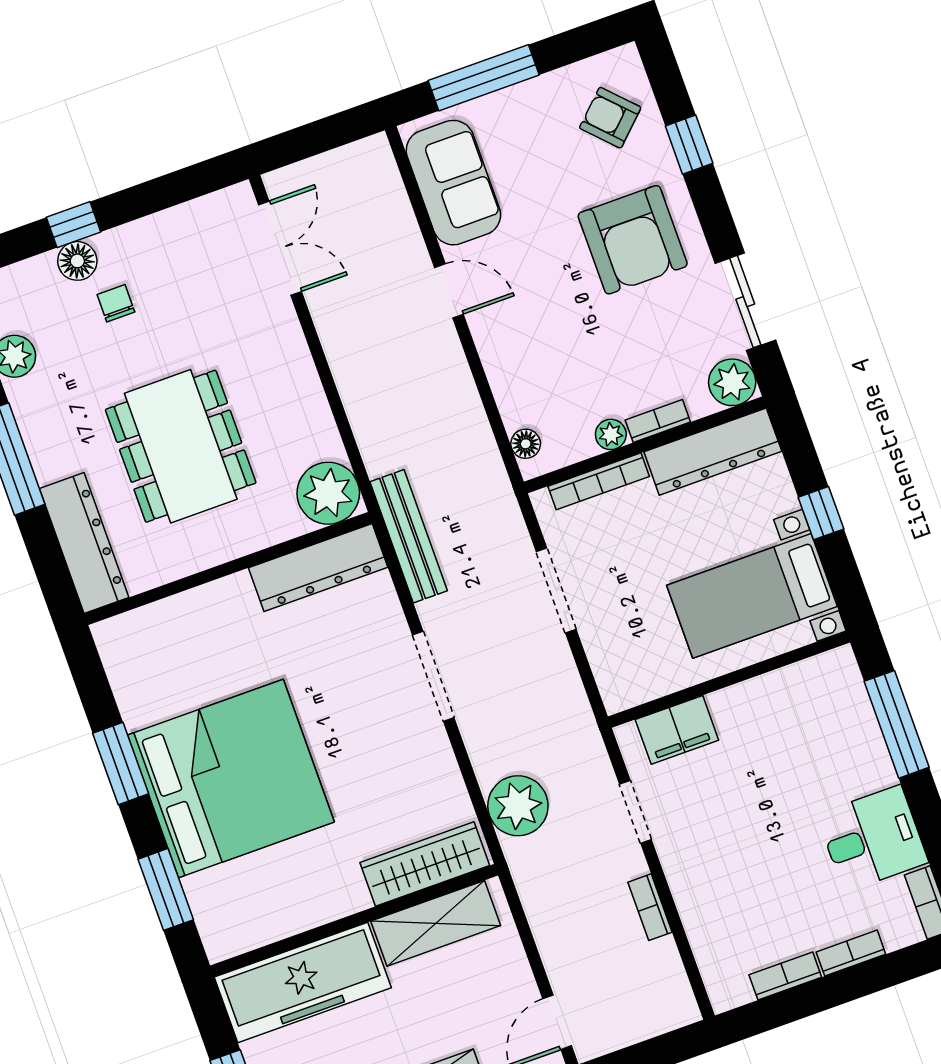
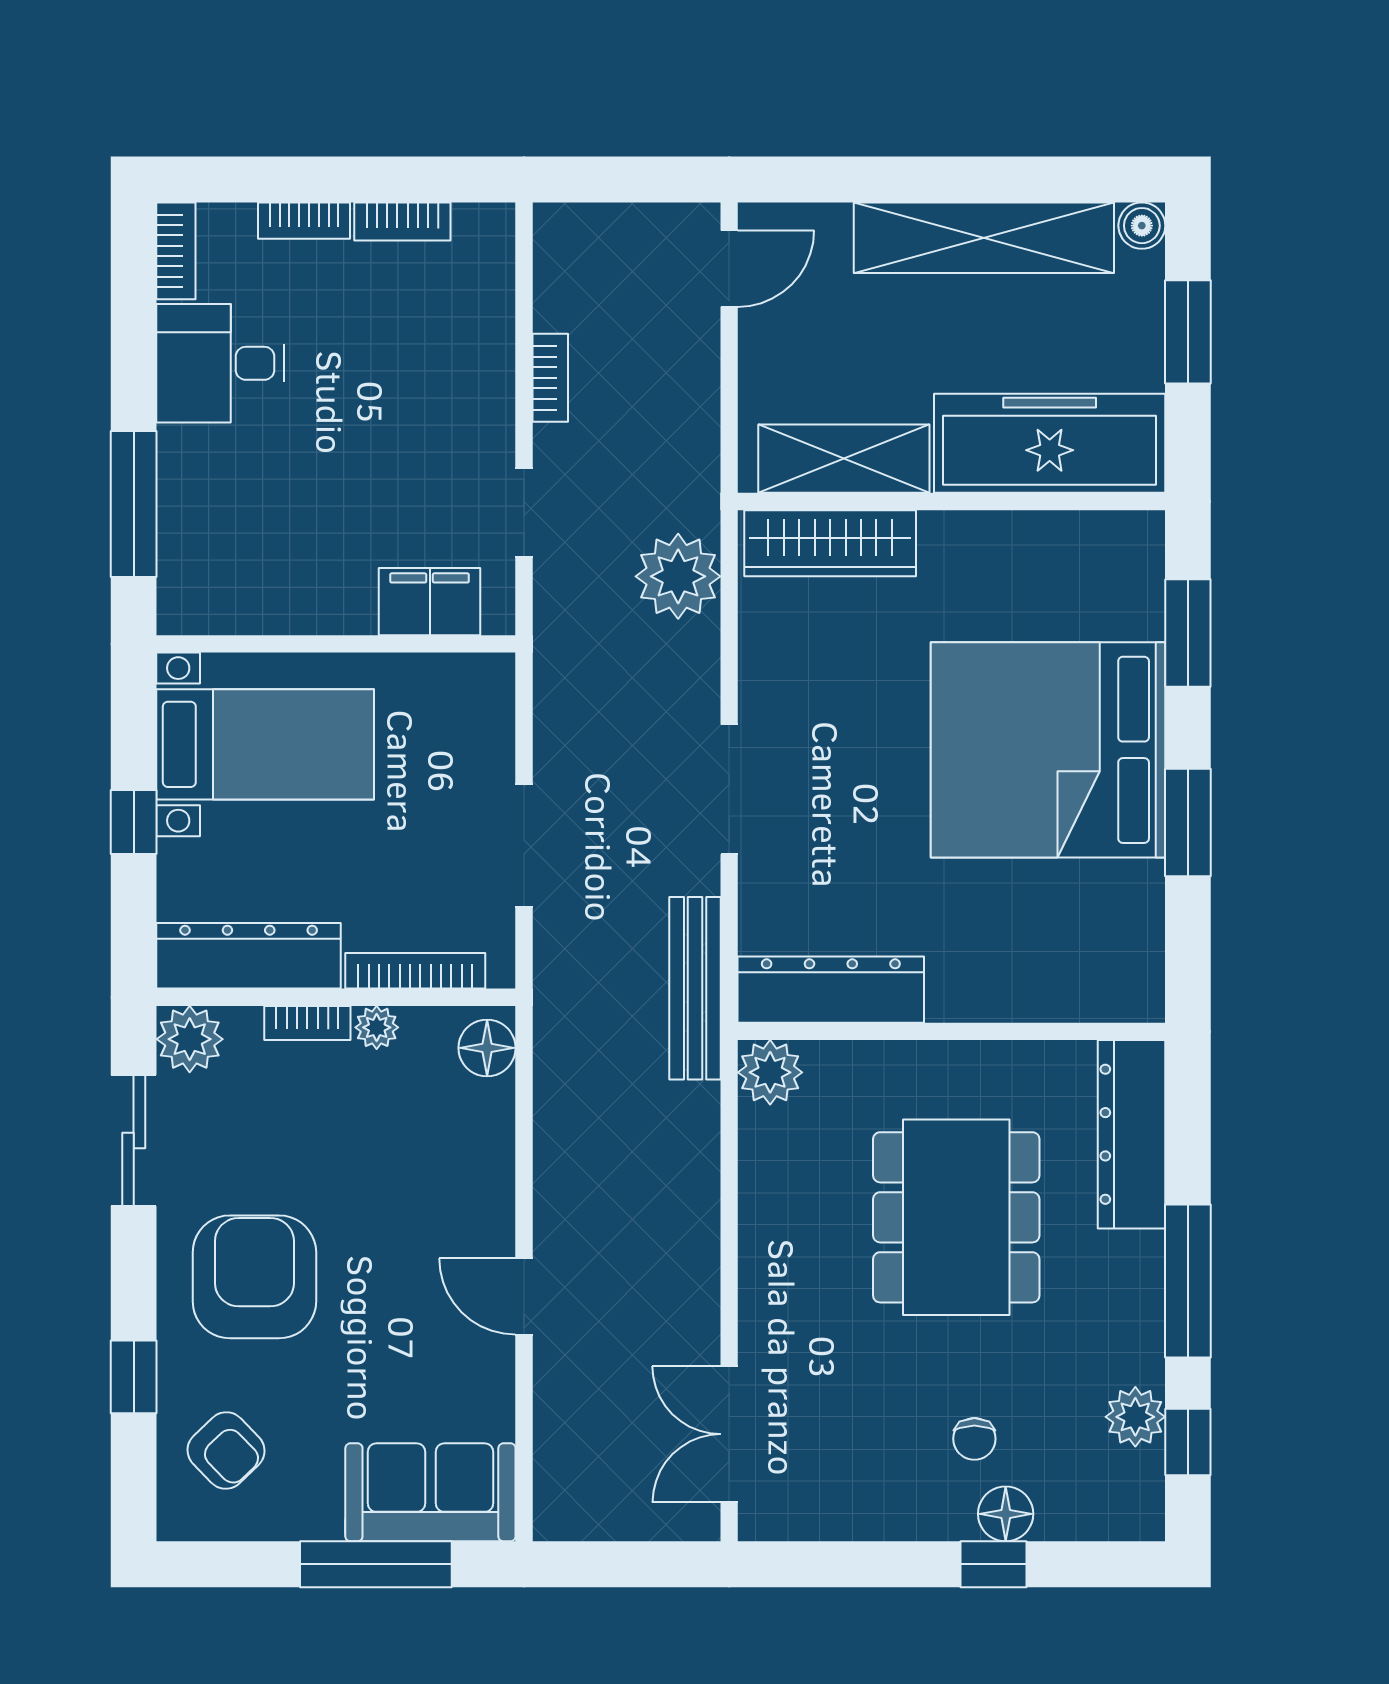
sofa: (453, 183) -> (430, 1492), moved, turned 90
floor lamp: (526, 444) -> (487, 1048), width x1.37, depth x1.37
plant: (328, 493) -> (770, 1072), width x0.73, depth x0.73

